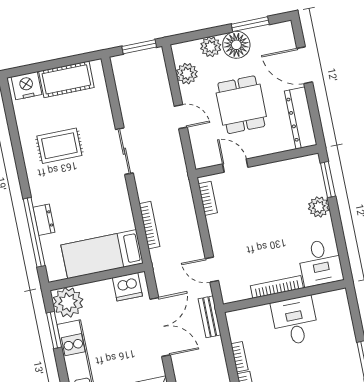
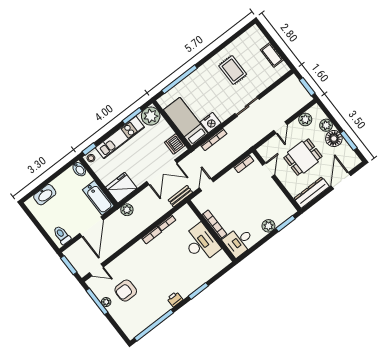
cot: (66, 79) -> (272, 55), width x0.73, depth x0.75
nightstand: (26, 86) -> (211, 123), moved, turned 90
dresser: (44, 220) -> (189, 81), removed
desk: (295, 321) -> (201, 243), width x1.37

